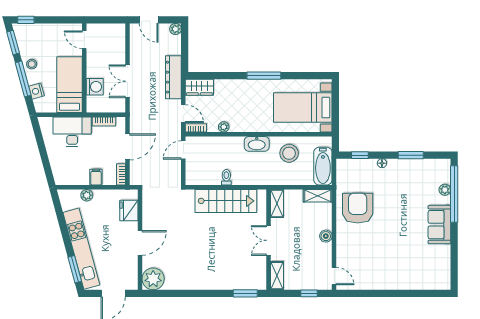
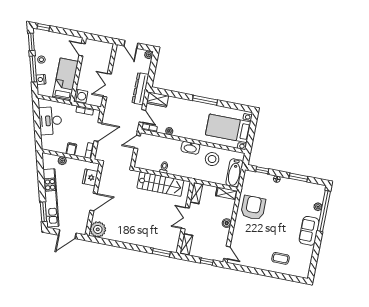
washing machine: (95, 87) -> (81, 96), moved
desk: (72, 132) -> (50, 121), moved, turned -105
coffee table: (408, 270) -> (281, 258), added

